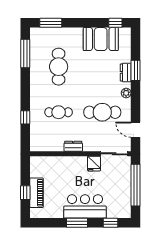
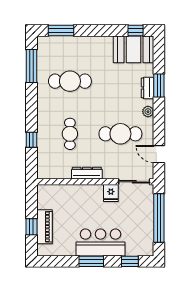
booth: (101, 39) -> (133, 49), moved
cafe table: (59, 67) -> (70, 81), turned 90
cafe table: (59, 112) -> (70, 134), turned 90
dresser: (73, 146) -> (87, 173), width x1.44

